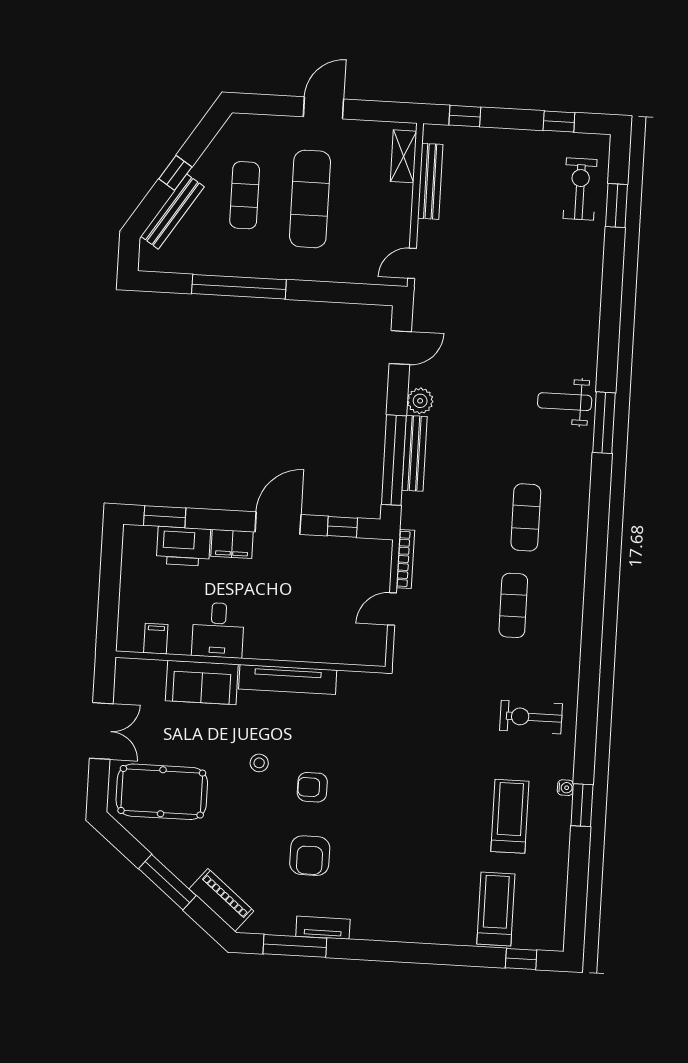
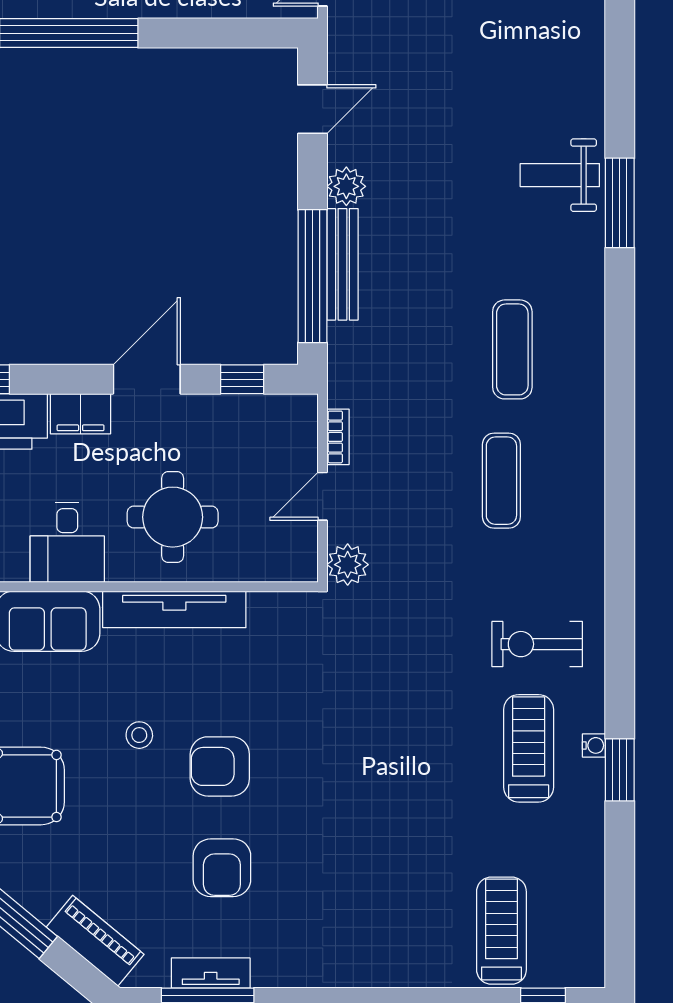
bookcase: (405, 559) -> (338, 437), width x0.64
round table: (290, 617) -> (173, 517), added
plant: (406, 656) -> (348, 565), added
armchair: (312, 787) -> (220, 766), width x1.38, depth x1.38
treadmill: (510, 816) -> (529, 748), moved
tv unit: (323, 928) -> (211, 973), moved

